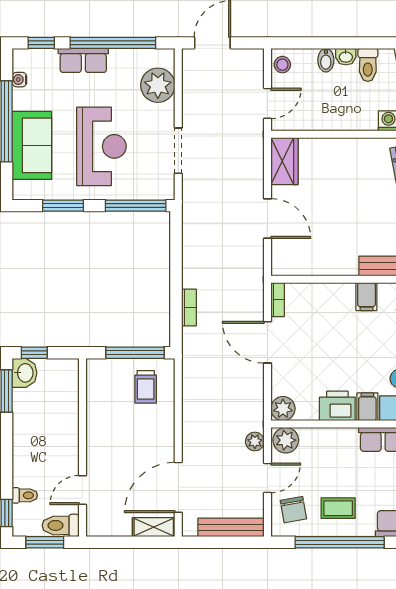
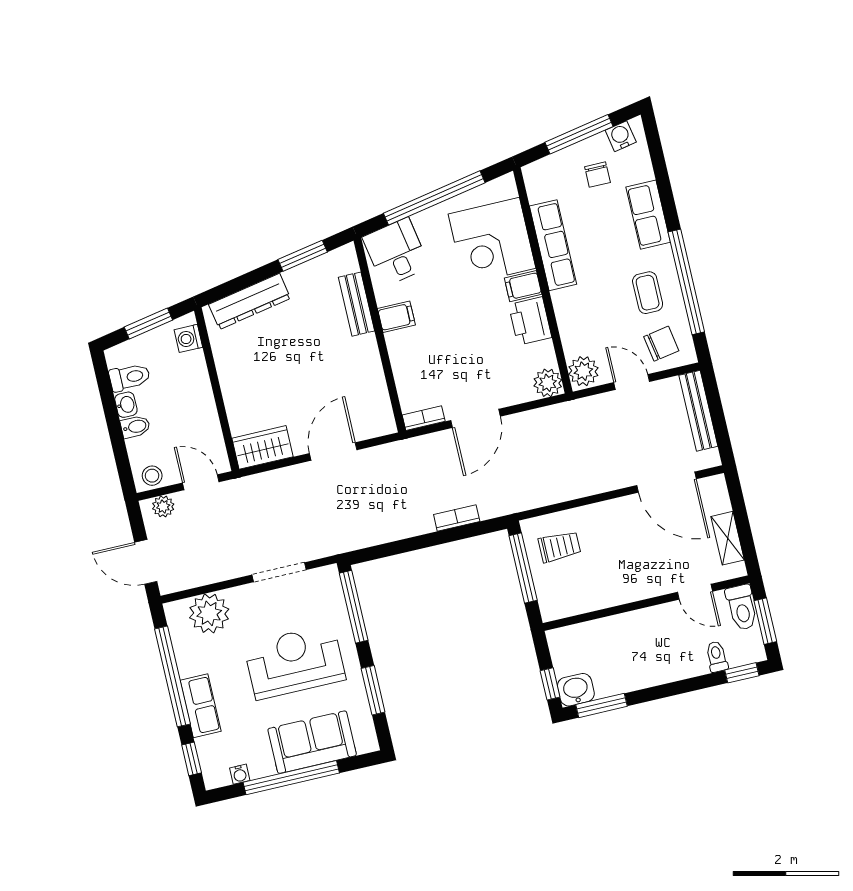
plant: (255, 441) -> (163, 506), moved
shelving: (154, 527) -> (728, 538), moved

